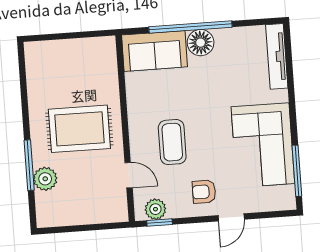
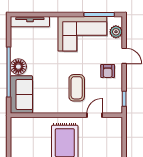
coffee table: (172, 142) -> (77, 88), turned 90
plant: (155, 209) -> (116, 32), moved

